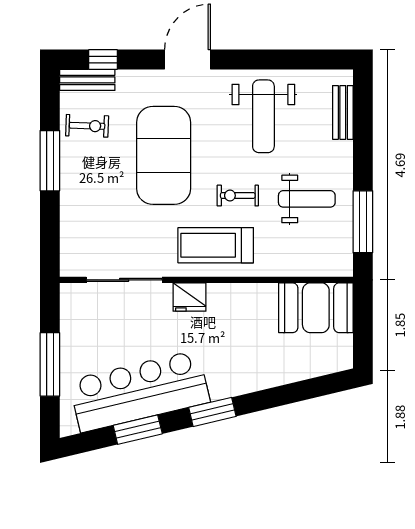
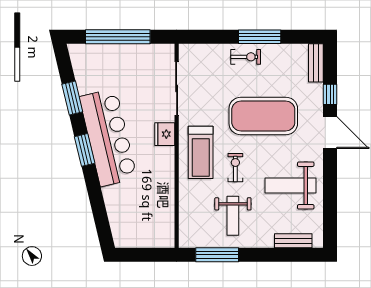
window: (103, 60) -> (330, 94), moved
exercise bike: (87, 126) -> (246, 57), moved, turned -92
treadmill: (216, 245) -> (201, 152), turned 180
booth: (316, 308) -> (157, 222), removed
window: (50, 364) -> (118, 37), width x1.46
bar counter: (139, 391) -> (108, 137), moved

